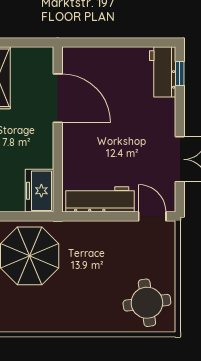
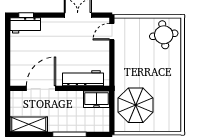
workbench: (100, 199) -> (83, 78), moved, turned 90

